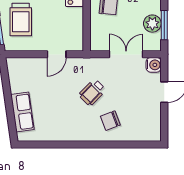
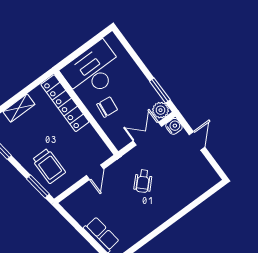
plant: (152, 24) -> (161, 110), moved
chair: (110, 121) -> (172, 192), removed

